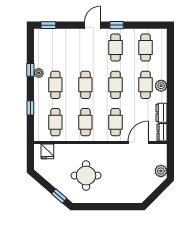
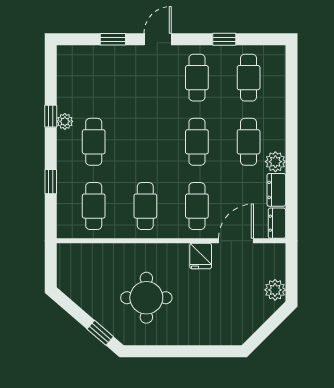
window: (48, 25) -> (113, 39), moved
window: (117, 25) -> (224, 39), moved
cafe table: (85, 85) -> (145, 142), removed
plant: (161, 86) -> (275, 162), moved
fridge: (47, 151) -> (201, 256), moved

